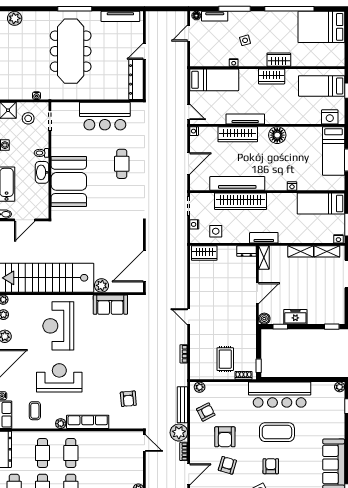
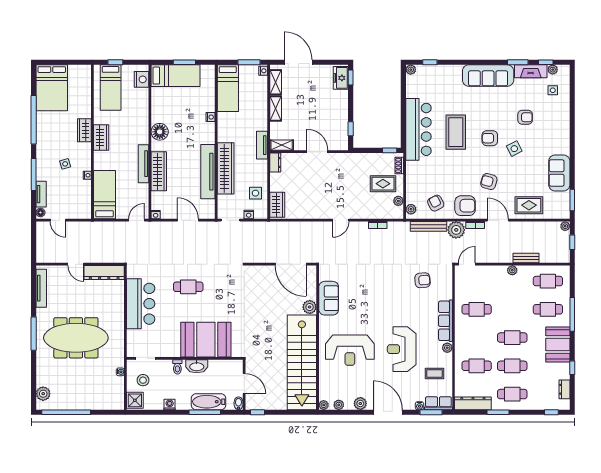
freezer: (295, 317) -> (341, 78), moved
boiler: (264, 319) -> (343, 145), removed
plant: (208, 375) -> (398, 201), added
armchair: (225, 437) -> (465, 206), moved
cafe table: (71, 453) -> (477, 309), moved

